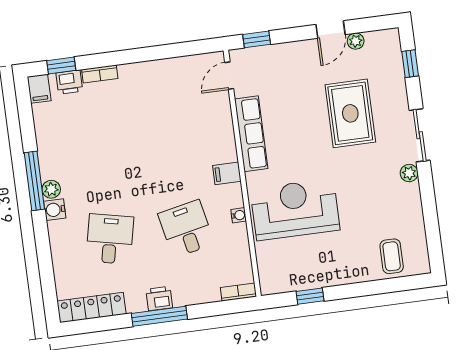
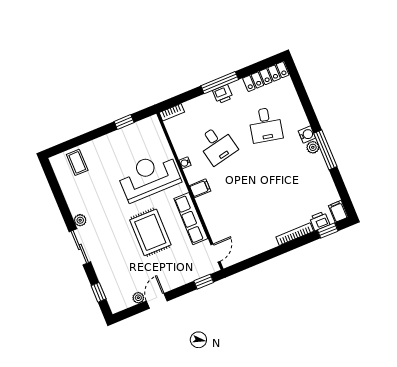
bookcase: (100, 74) -> (295, 234), width x1.56
rug: (350, 113) -> (150, 232), moved
reception desk: (295, 209) -> (149, 176), turned 180

